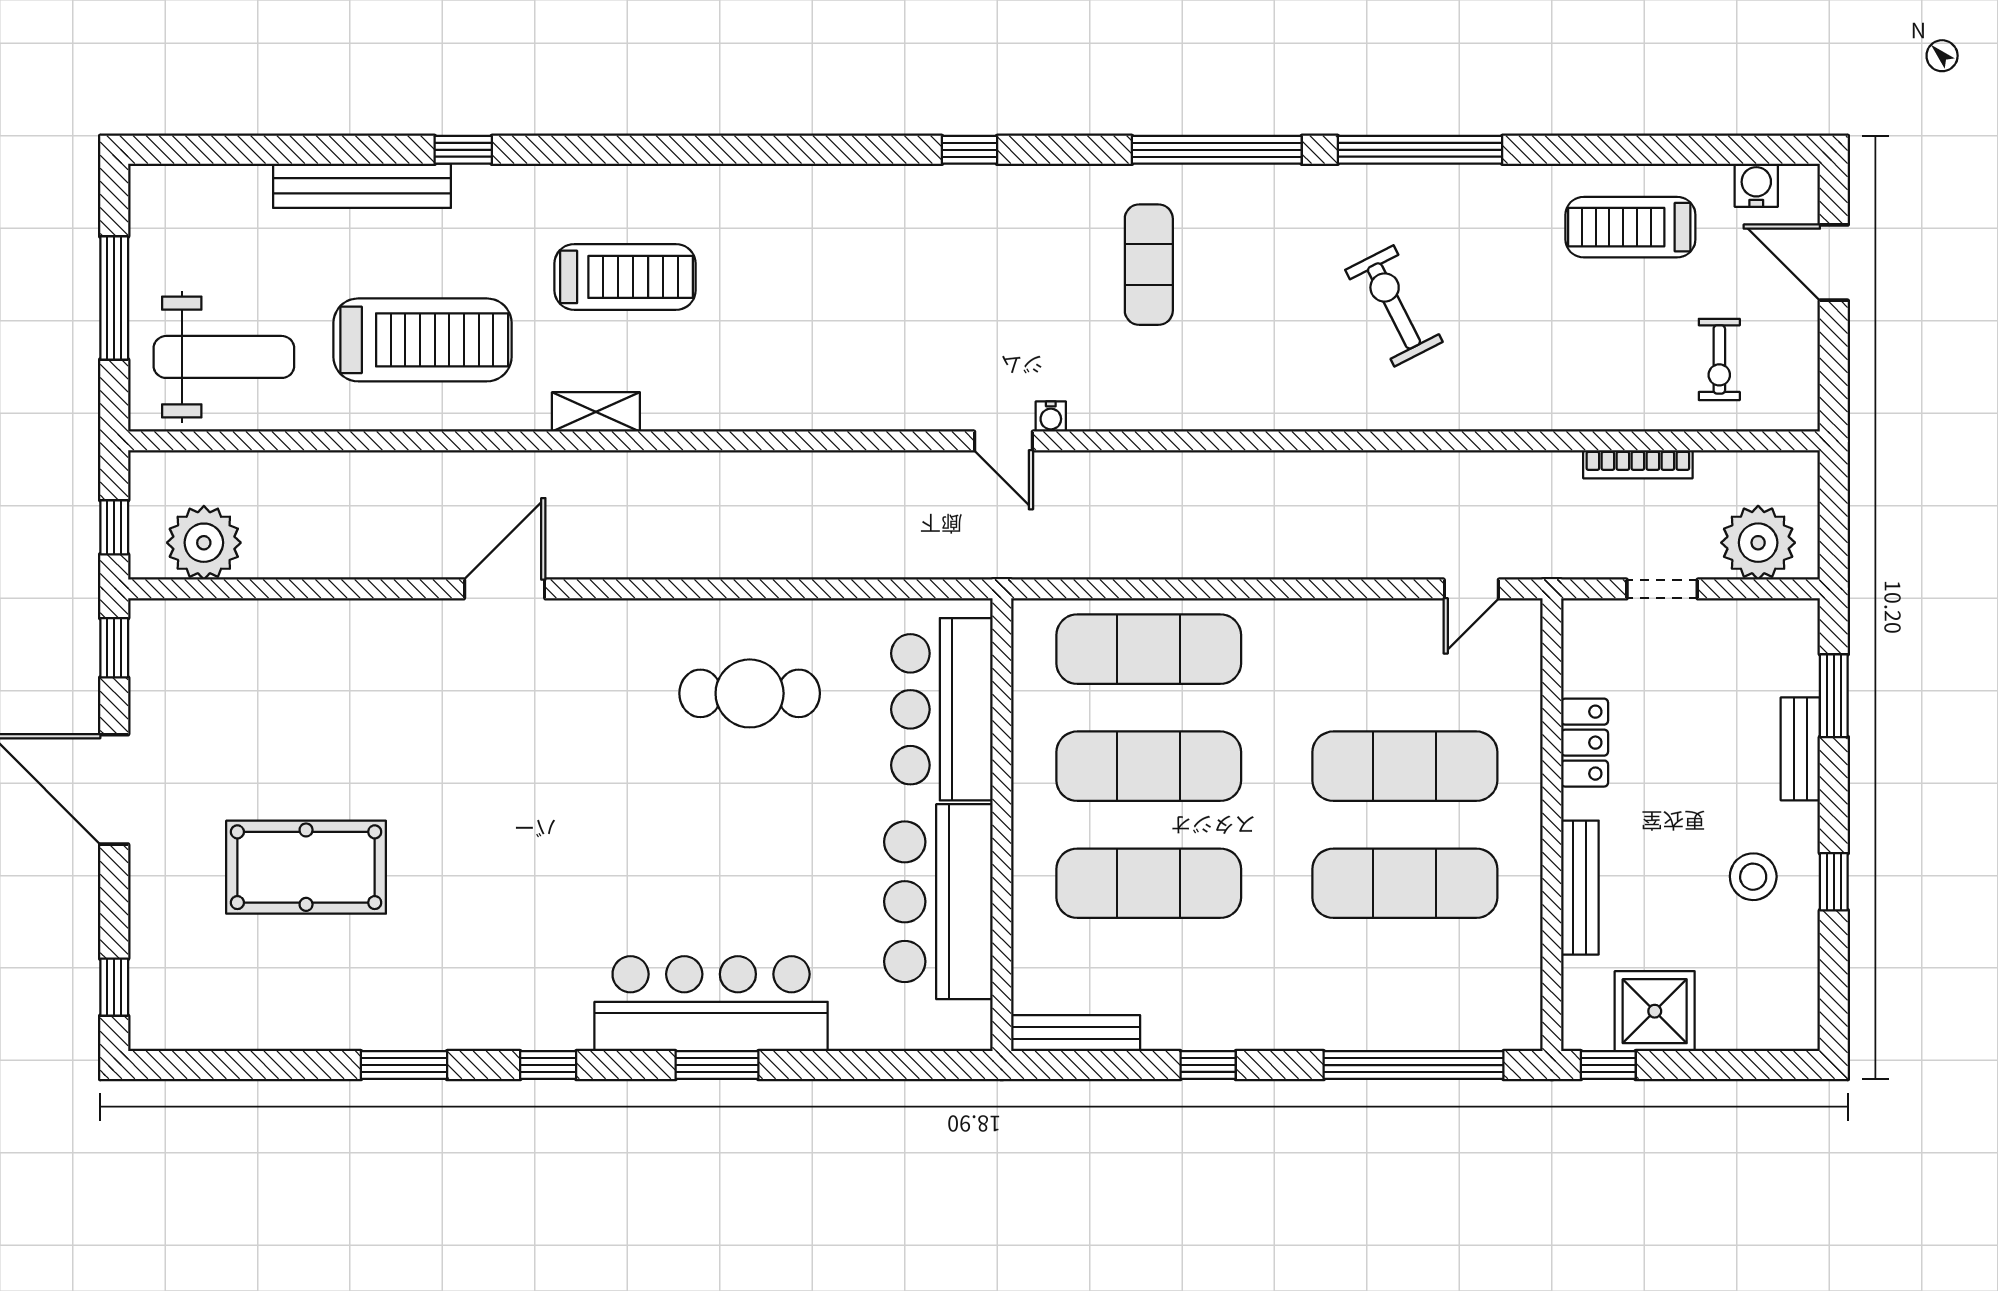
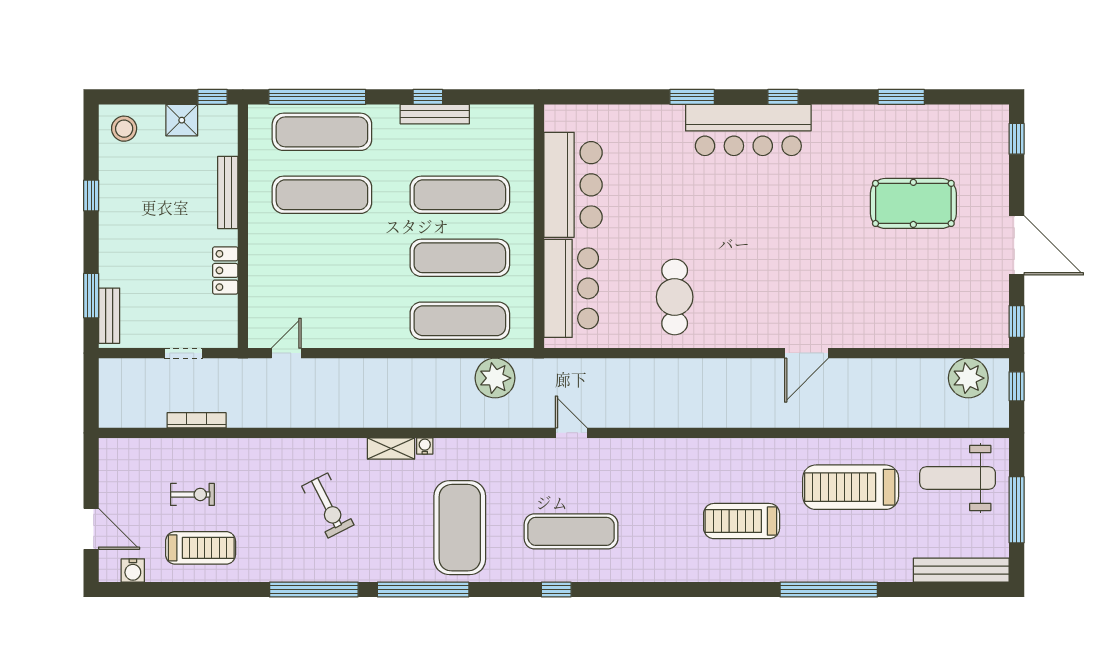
window: (463, 150) -> (829, 590), width x3.17
bench: (362, 186) -> (961, 570), moved
exercise mat: (942, 258) -> (571, 531), added
exercise mat: (1149, 265) -> (460, 528), width x2.00, depth x1.45
exercise bike: (1719, 359) -> (192, 494), moved, turned 90
shelving: (596, 412) -> (391, 448), moved
water cooler: (1051, 417) -> (425, 446), moved
door: (1003, 441) -> (571, 433), moved
plant: (1758, 543) -> (495, 378), moved
cafe table: (750, 693) -> (675, 297), turned 90
bench: (1800, 749) -> (109, 316), moved
exercise mat: (1405, 766) -> (322, 132), moved
stool: (1753, 877) -> (124, 129), moved
bar counter: (711, 1004) -> (748, 130), moved
shower: (1655, 1011) -> (182, 120), width x0.73, depth x0.73
bench: (1076, 1033) -> (435, 114), moved
window: (404, 1065) -> (901, 97), moved

